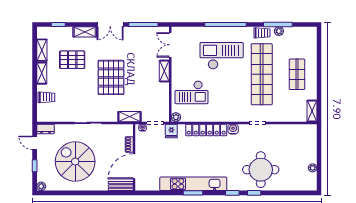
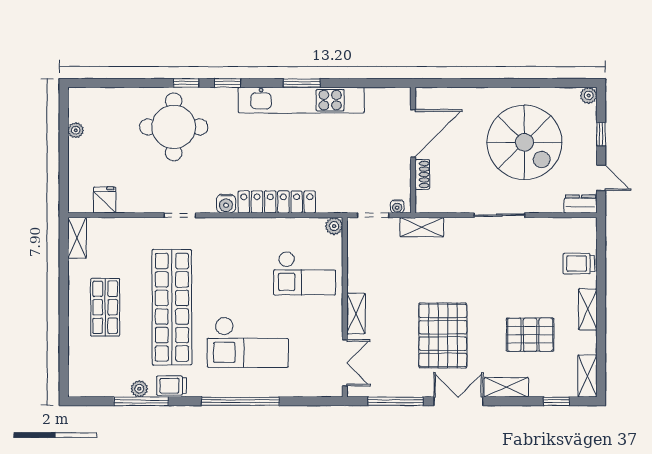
shelving: (42, 50) -> (587, 376), moved
pallet: (111, 77) -> (443, 335), moved
checkout: (192, 92) -> (305, 273), turned 180
fridge: (171, 131) -> (105, 200), moved
bench: (121, 186) -> (438, 96), removed

